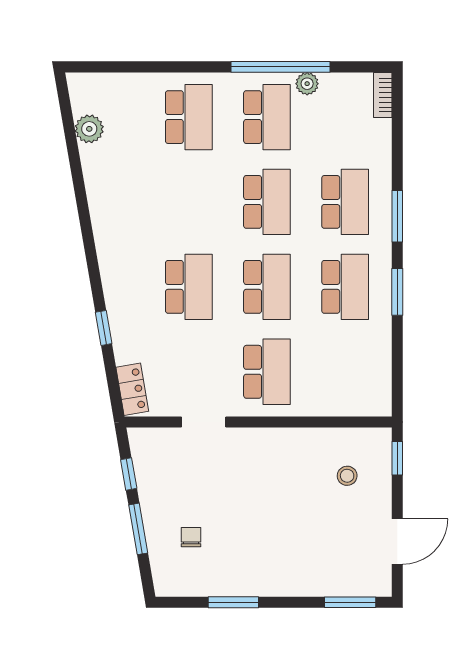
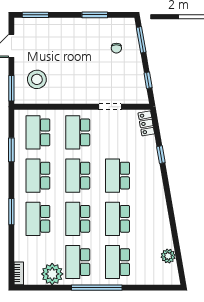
window: (281, 67) -> (97, 288), moved
plant: (307, 84) -> (52, 274), width x1.88, depth x1.88
school desk: (189, 202) -> (117, 219), added
window: (397, 292) -> (11, 150), moved
school desk: (345, 372) -> (38, 132), added
window: (397, 458) -> (11, 88), width x1.50
stool: (347, 476) -> (37, 79), width x1.89, depth x1.89
window: (138, 529) -> (141, 40), moved

